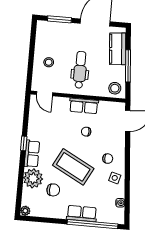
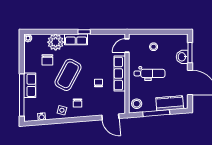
washbasin: (64, 29) -> (182, 57), added
row of seats: (84, 106) -> (120, 73), width x1.48

